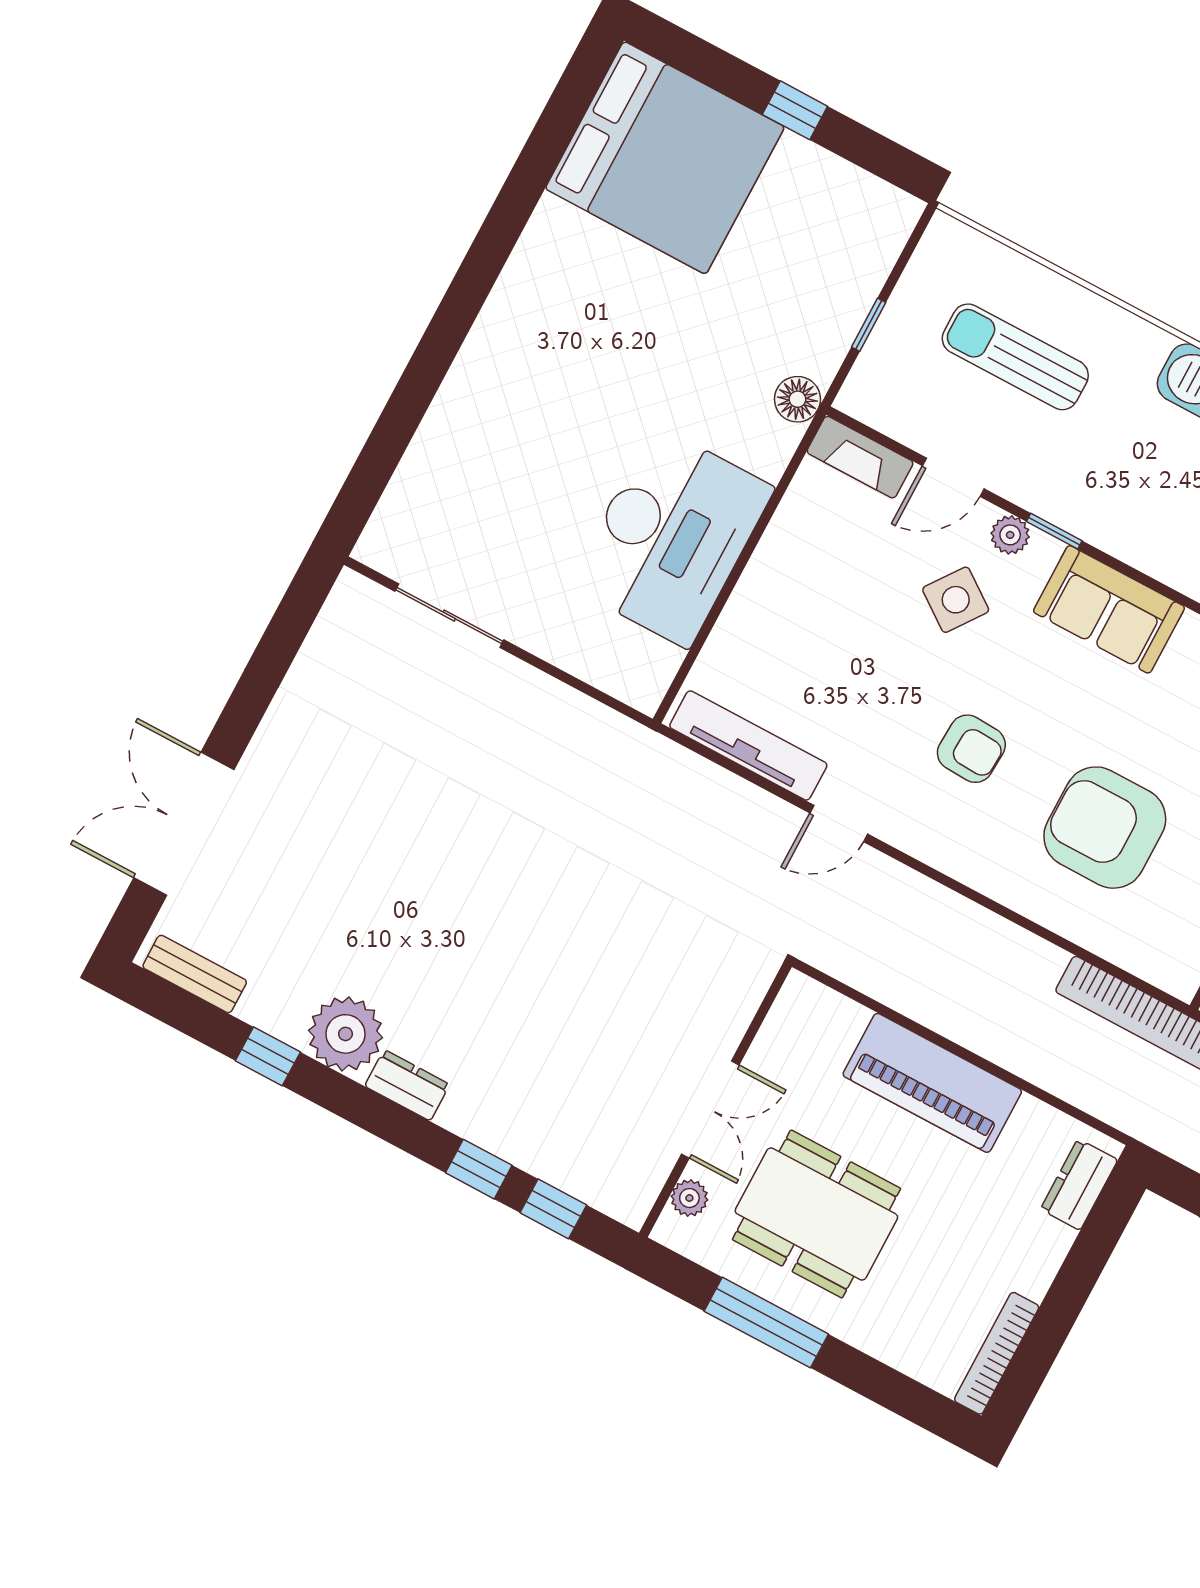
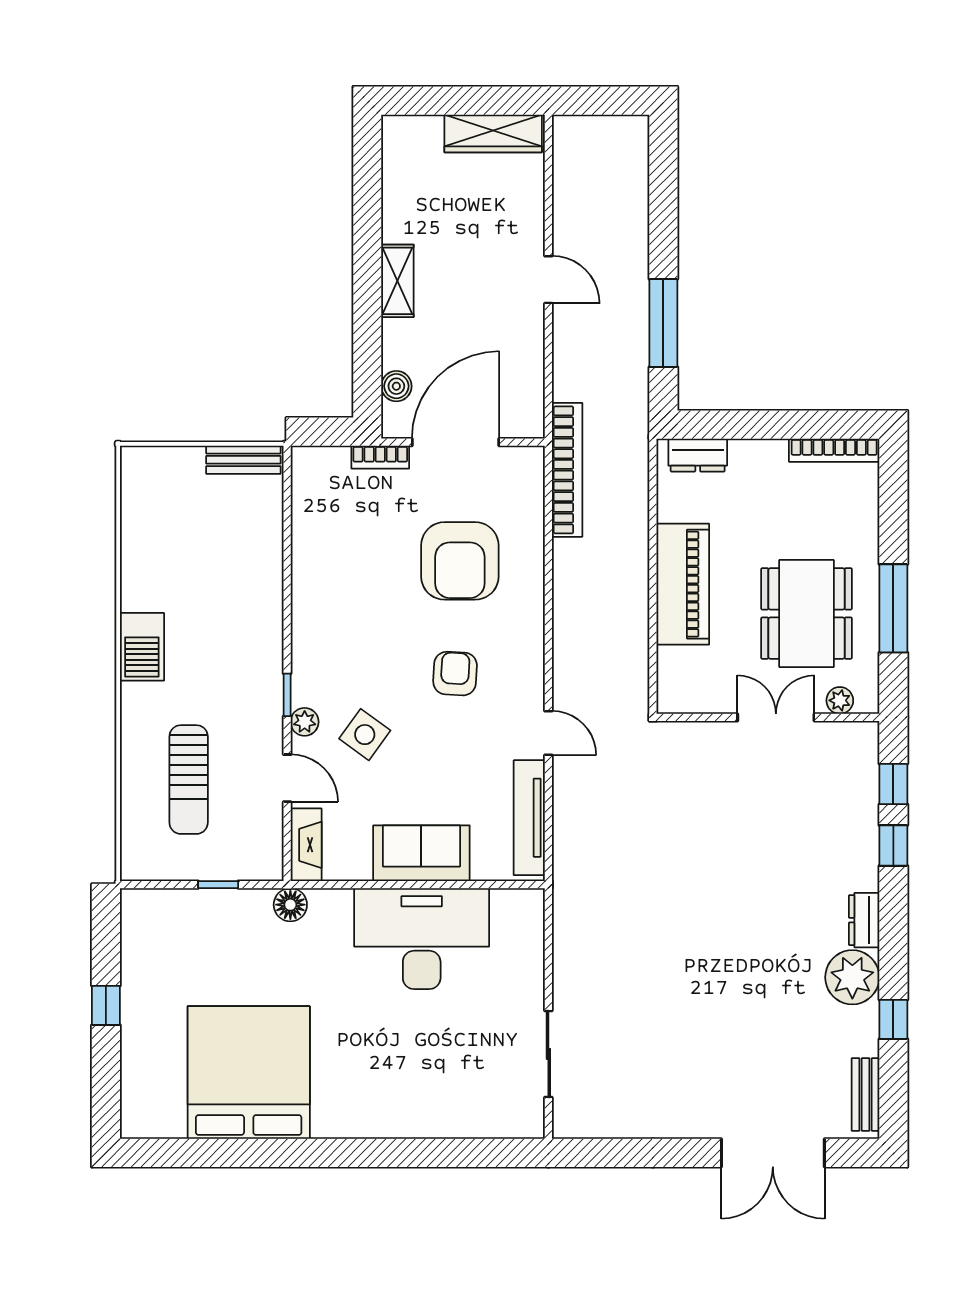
bed: (665, 158) -> (249, 1073), moved
sofa: (1109, 609) -> (421, 853), moved, turned -90

